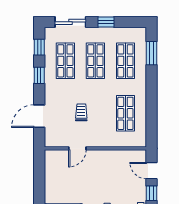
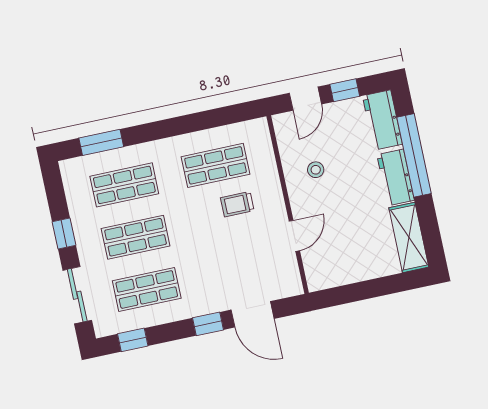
window: (39, 75) -> (208, 324), moved
trolley: (81, 112) -> (237, 204), moved
door: (77, 148) -> (294, 236), hinge flipped
stool: (111, 168) -> (316, 170), added

